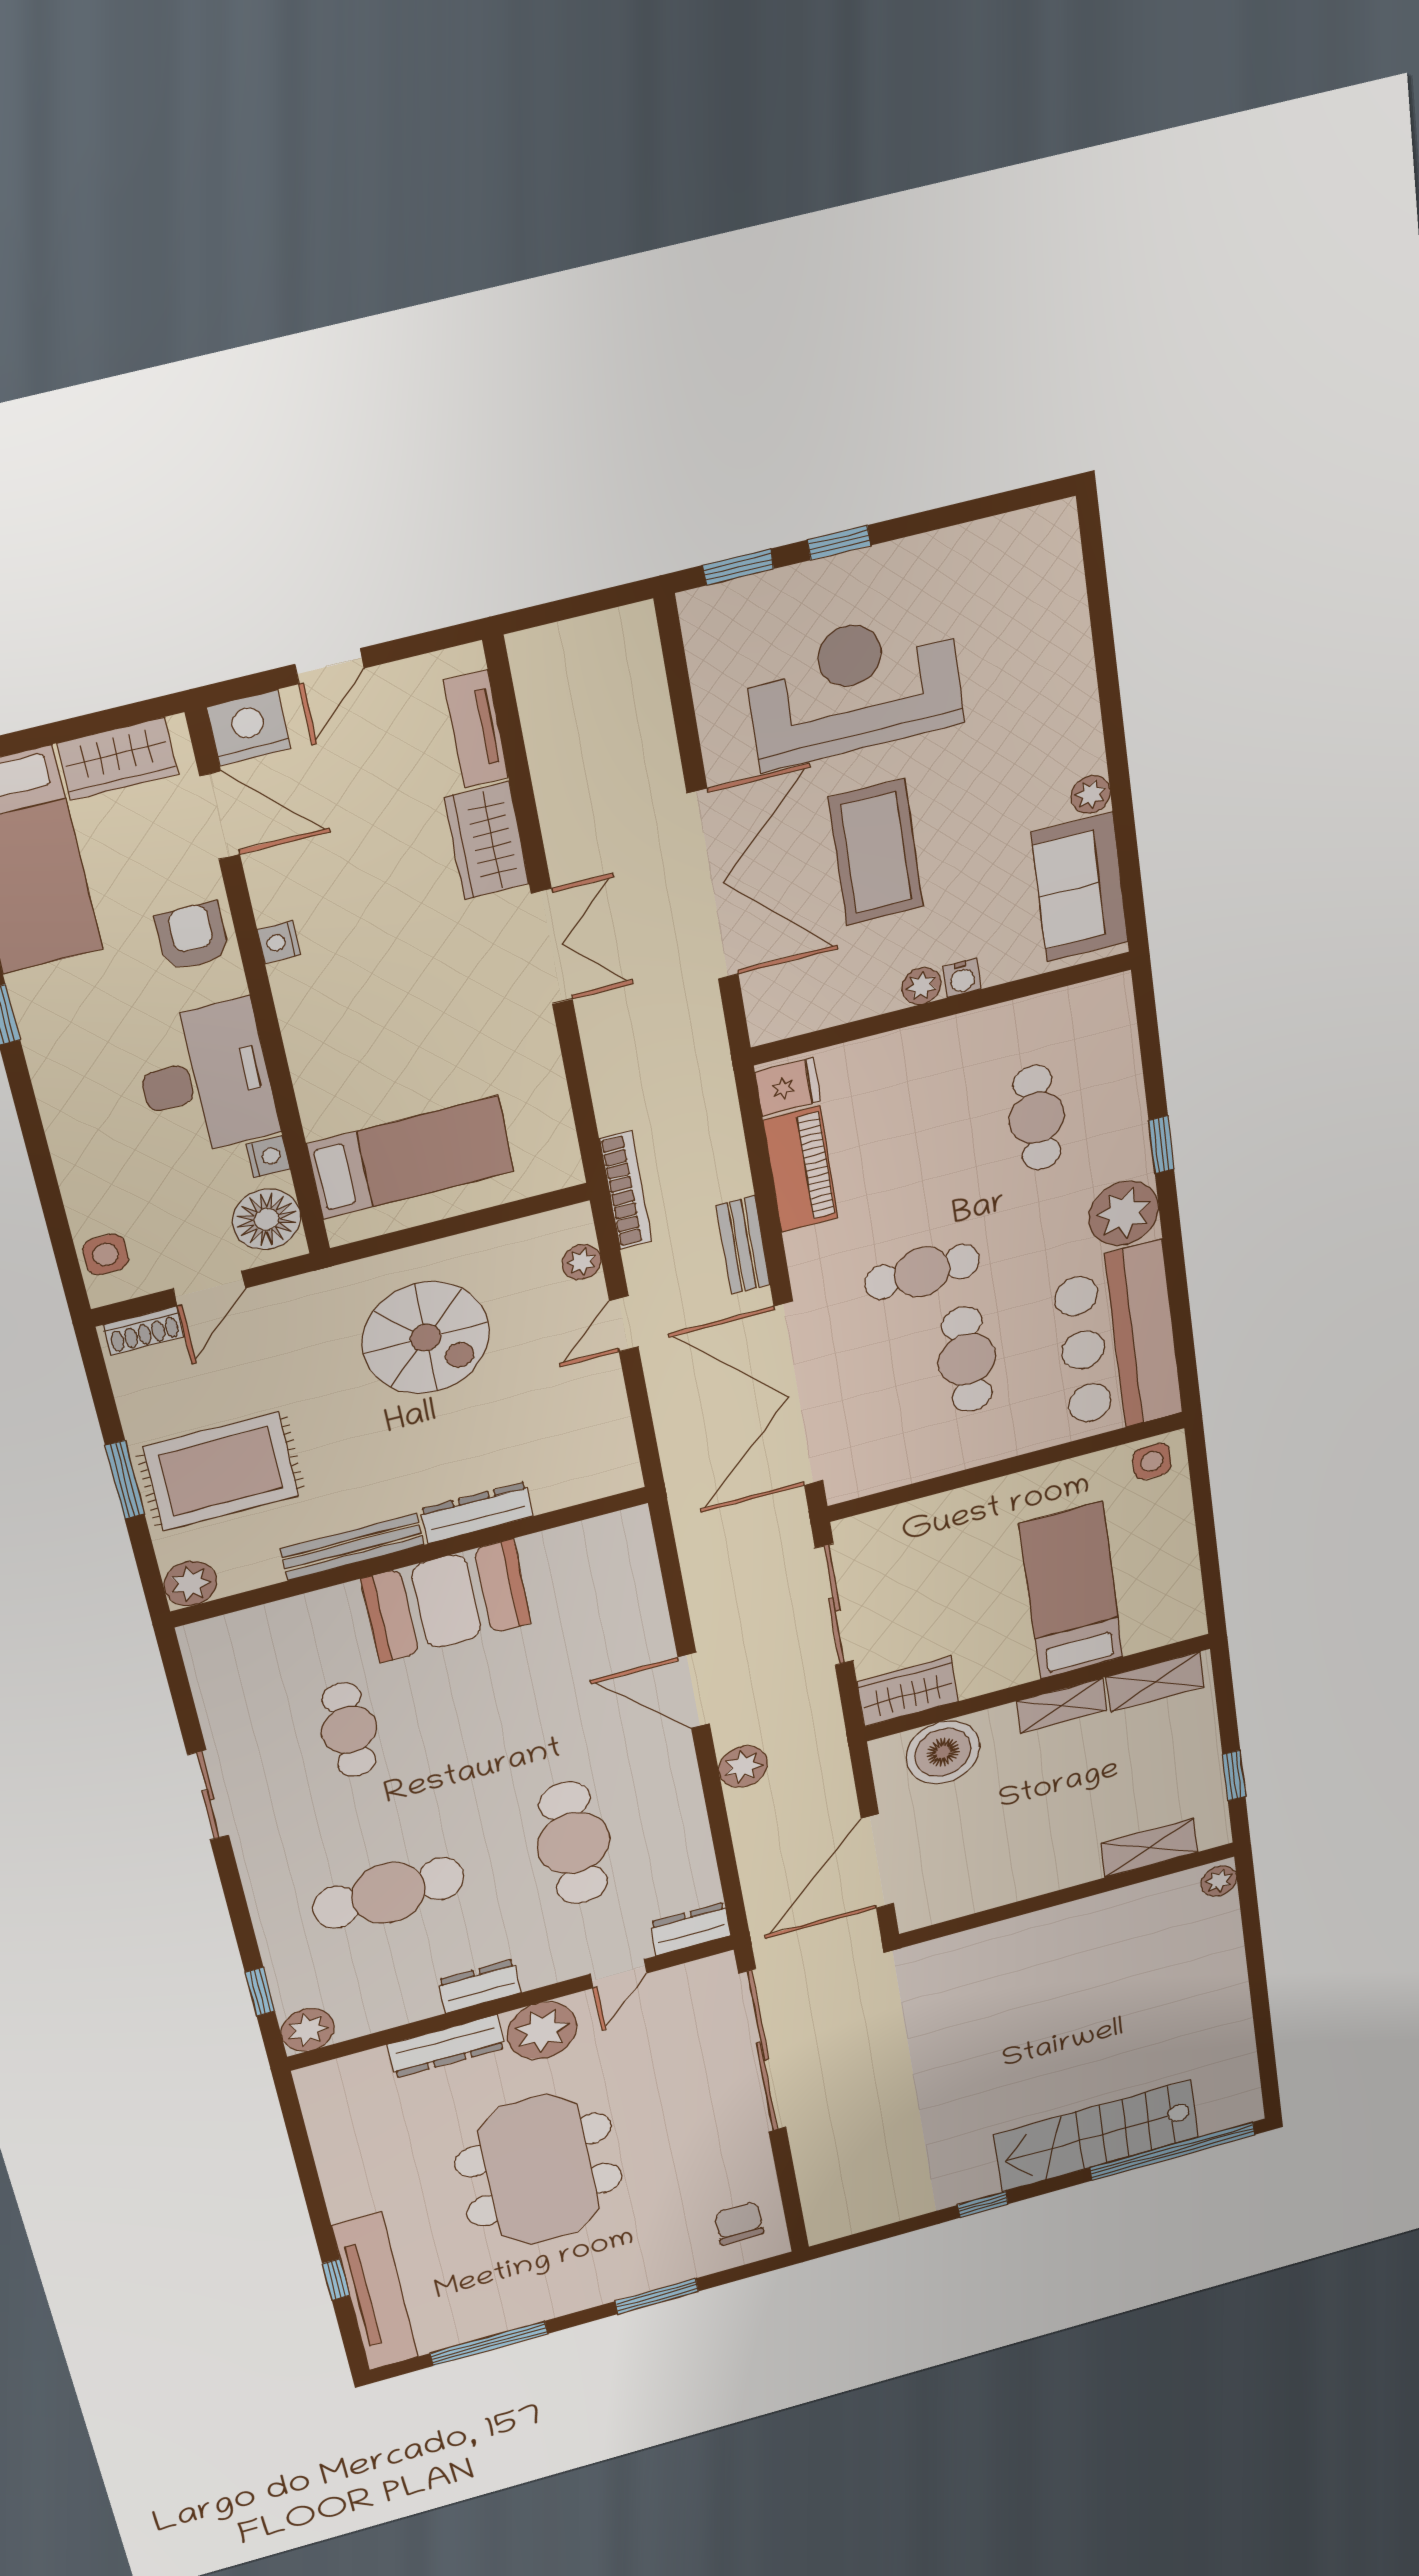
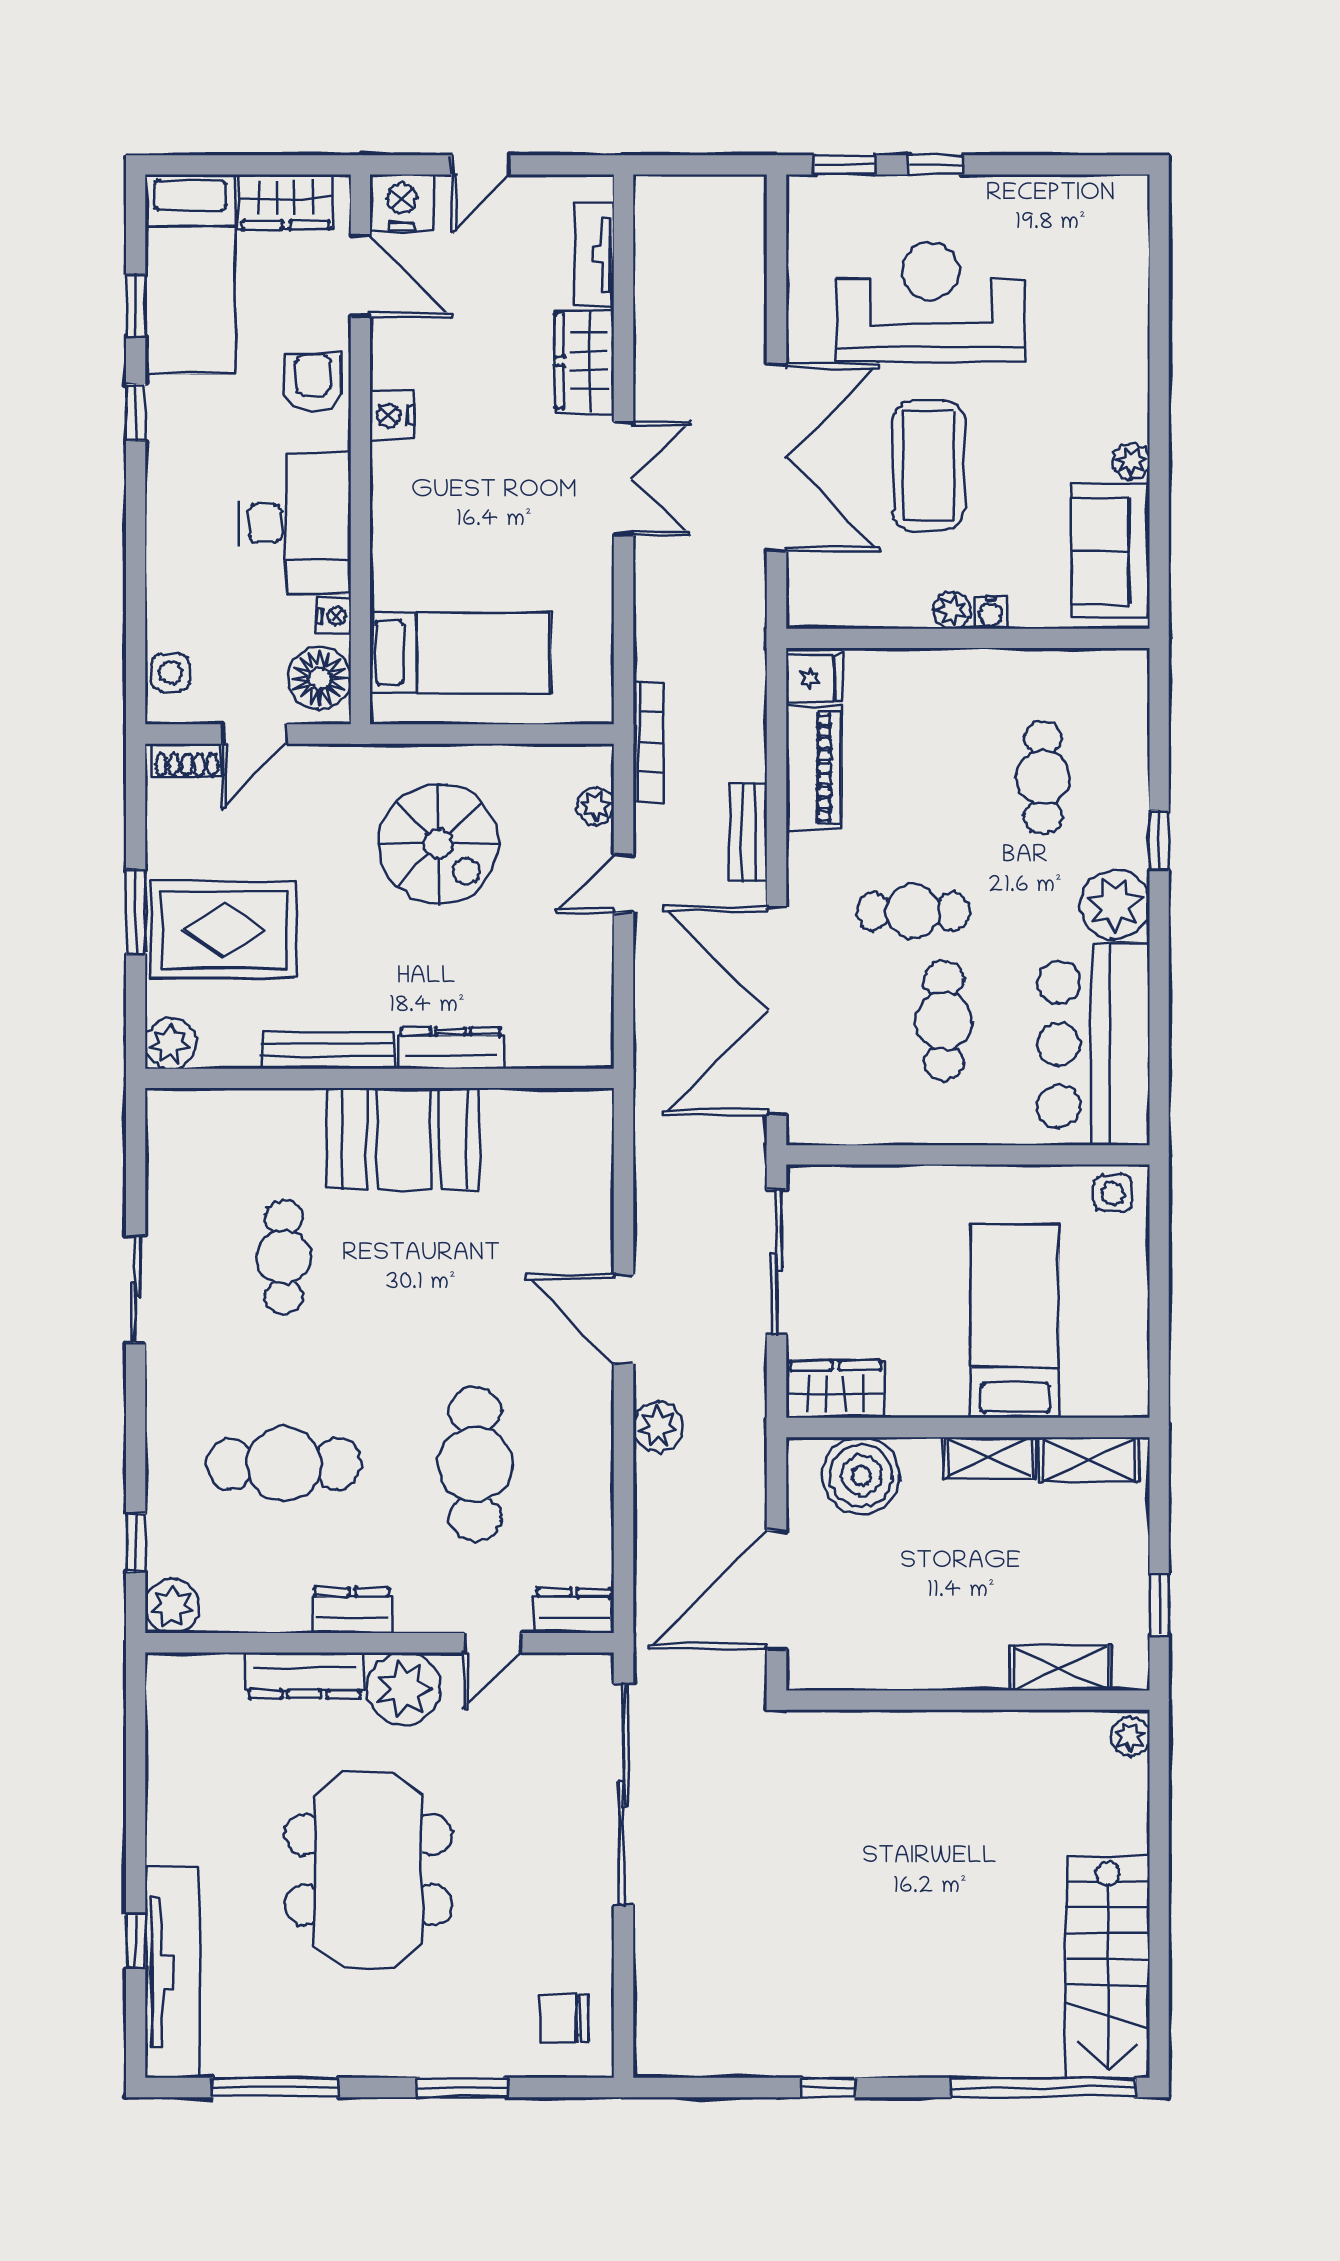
nightstand: (279, 942) -> (392, 415), width x1.39, depth x1.35
stairs: (1096, 2136) -> (1108, 1967), moved, turned -90
chair: (739, 2223) -> (564, 2018), turned -90

